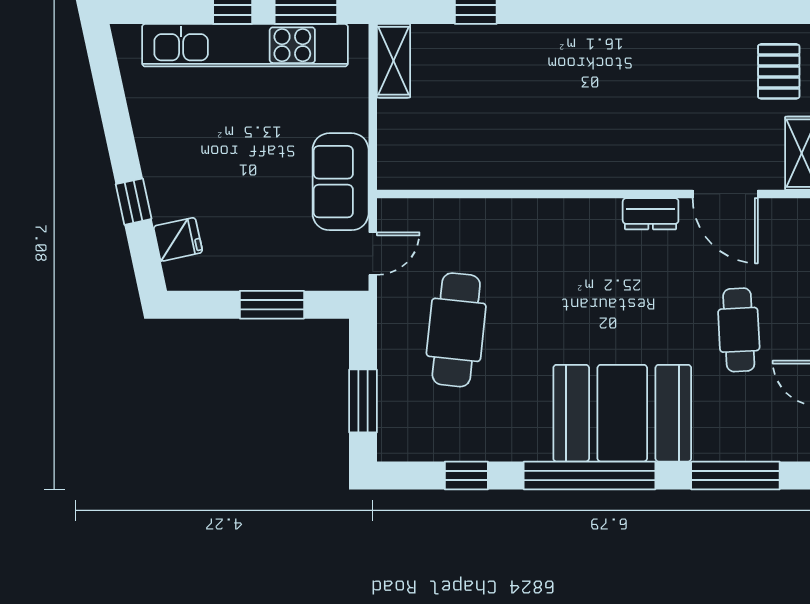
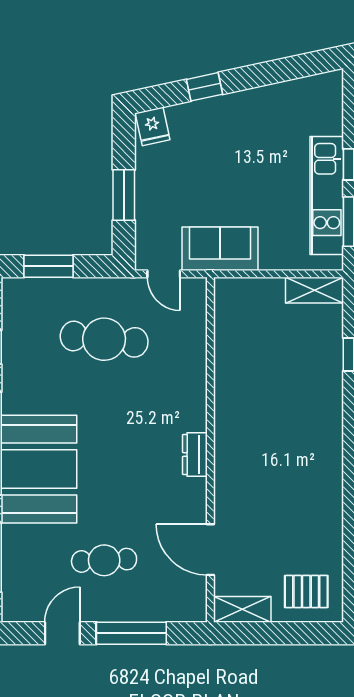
kitchen unit: (245, 45) -> (327, 195), width x0.73
door: (725, 194) -> (210, 550), hinge flipped
dresser: (651, 214) -> (195, 454), moved
fridge: (178, 239) -> (153, 126), moved

